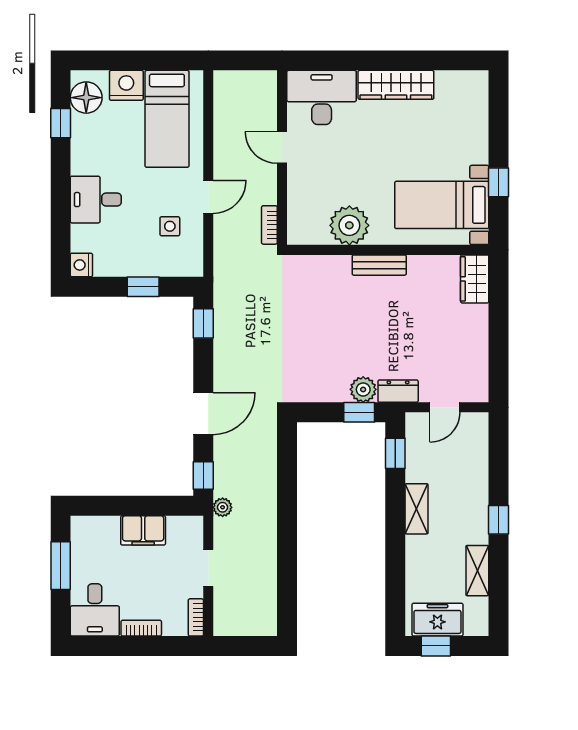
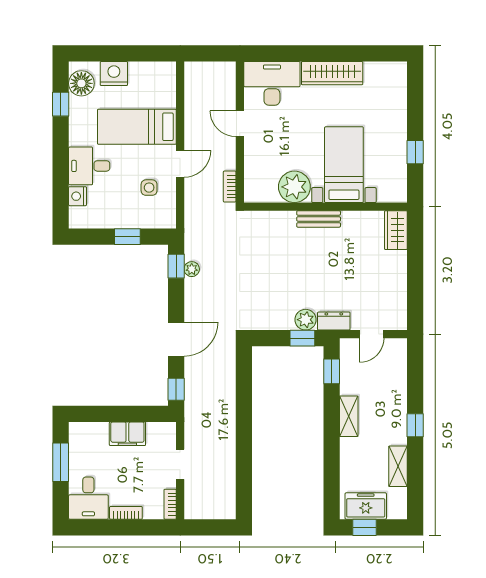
bed: (167, 119) -> (137, 127), moved, turned 90
bed with nightstands: (442, 205) -> (344, 165), moved, turned 90
nightstand: (81, 265) -> (78, 196), moved
plant: (223, 507) -> (192, 269), moved

